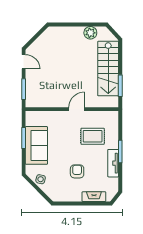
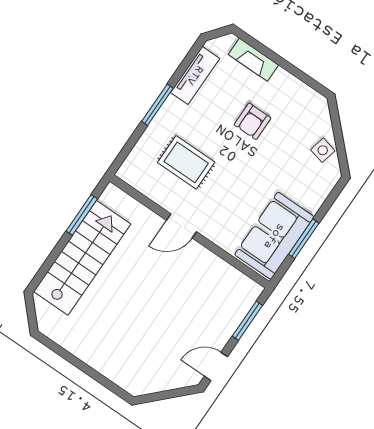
plant: (90, 33) -> (71, 338), removed
door: (24, 62) -> (216, 366), hinge flipped
sofa: (36, 145) -> (274, 236), moved
tv unit: (113, 163) -> (195, 75), moved

